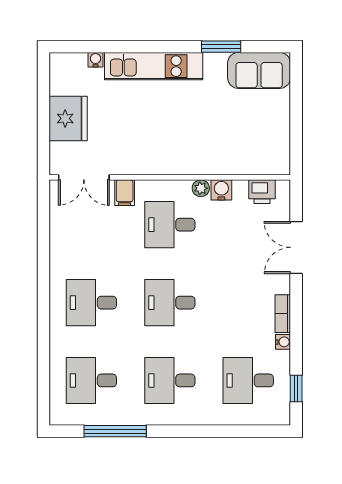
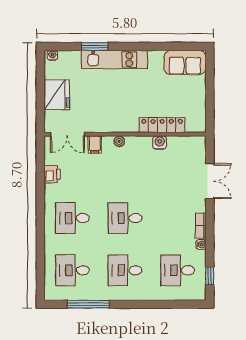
window: (221, 47) -> (95, 46), moved
water cooler: (95, 60) -> (52, 55), moved
locker: (225, 164) -> (162, 125), added
plant: (201, 188) -> (119, 141), moved
printer: (262, 192) -> (52, 174), moved, turned -90
desk: (170, 225) -> (125, 166), removed
double door: (296, 247) -> (210, 181), swing flipped

